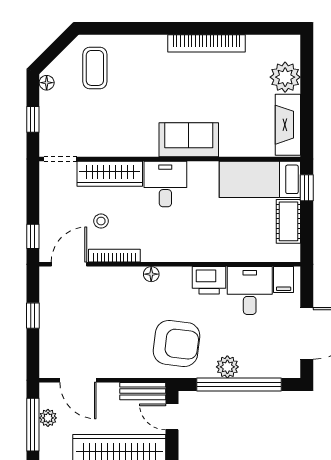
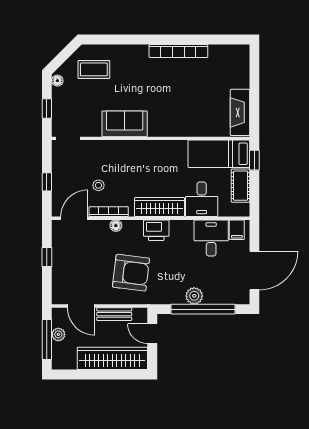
coffee table: (95, 68) -> (94, 69), turned 90
plant: (285, 77) -> (238, 76), removed
sofa: (189, 140) -> (125, 124), moved
wardrobe: (110, 174) -> (160, 207), moved, turned 180
desk: (165, 184) -> (202, 199), moved, turned 180
window: (33, 236) -> (47, 182), moved
floor lamp: (151, 274) -> (116, 226), moved
printer: (209, 280) -> (156, 230), moved
armchair: (177, 343) -> (131, 273), moved
bench: (143, 391) -> (114, 314), moved

